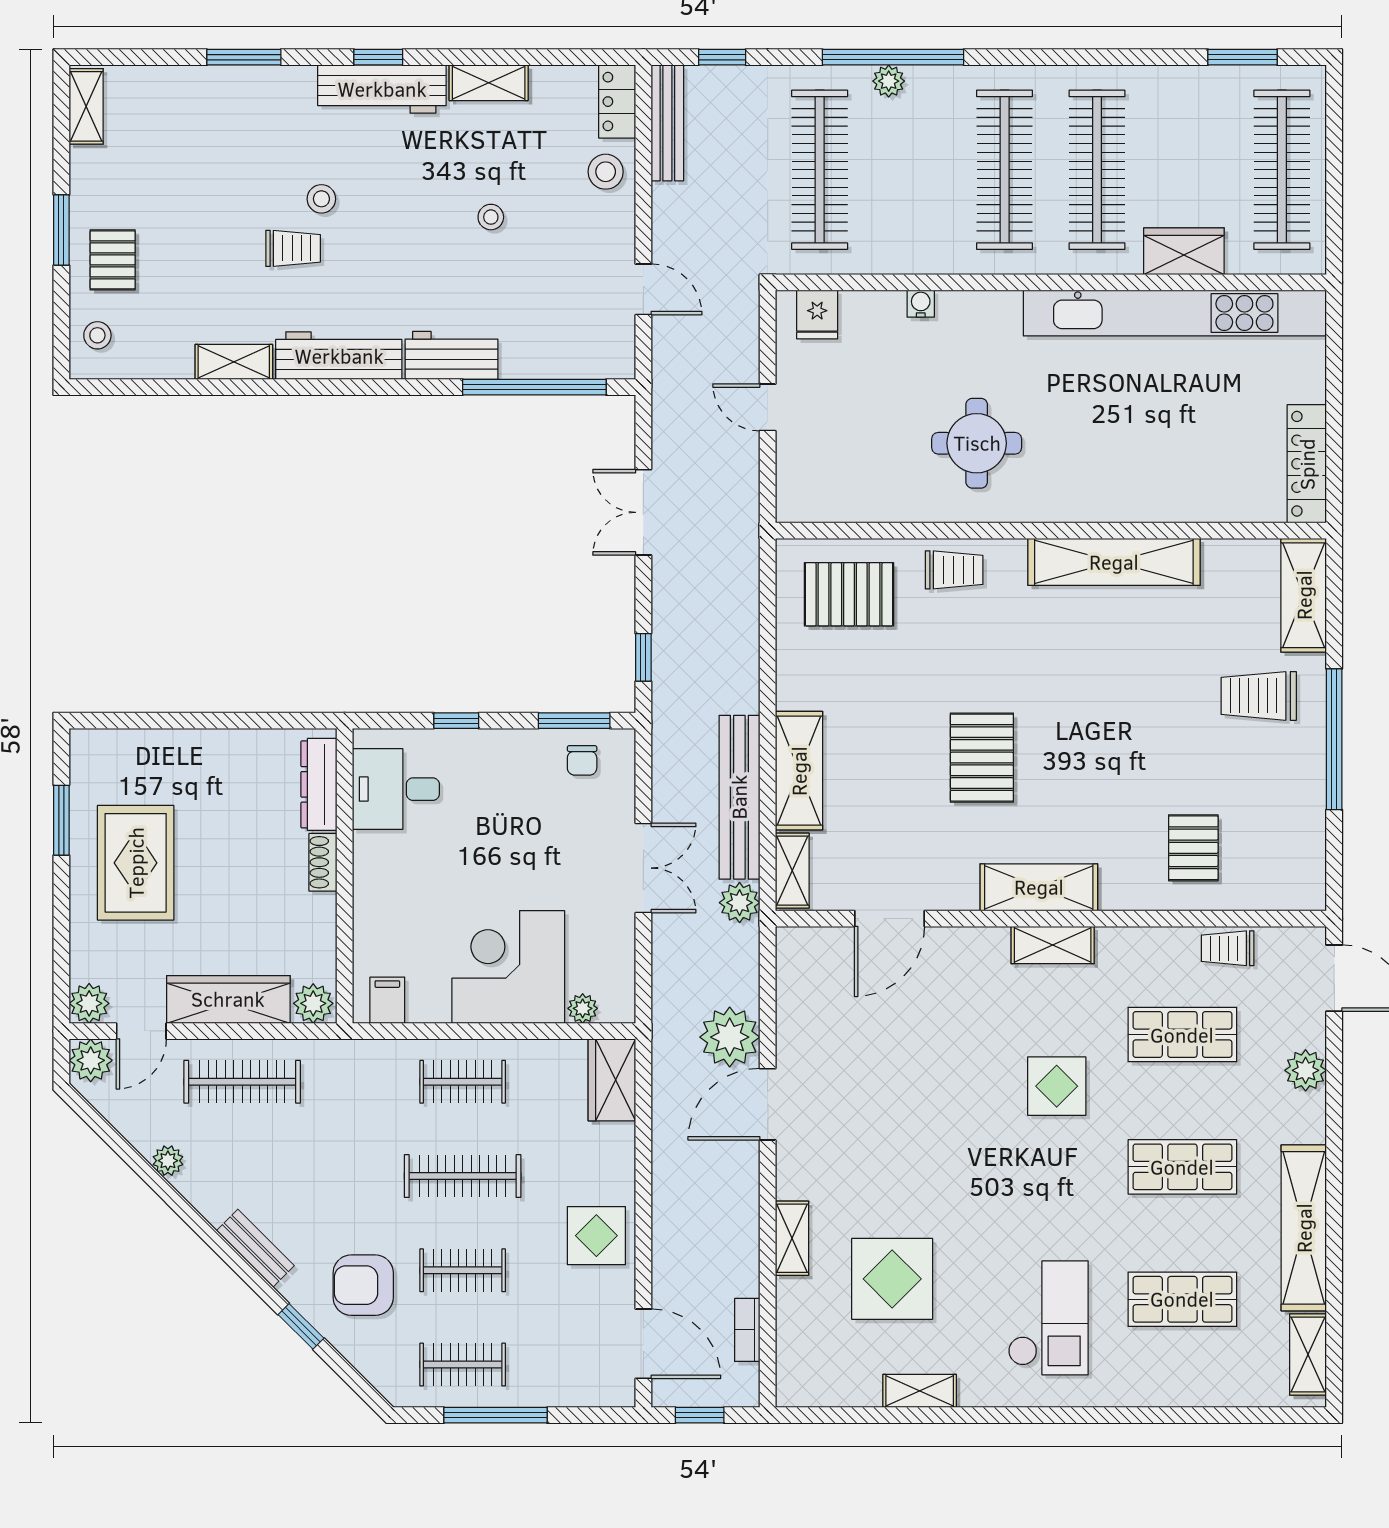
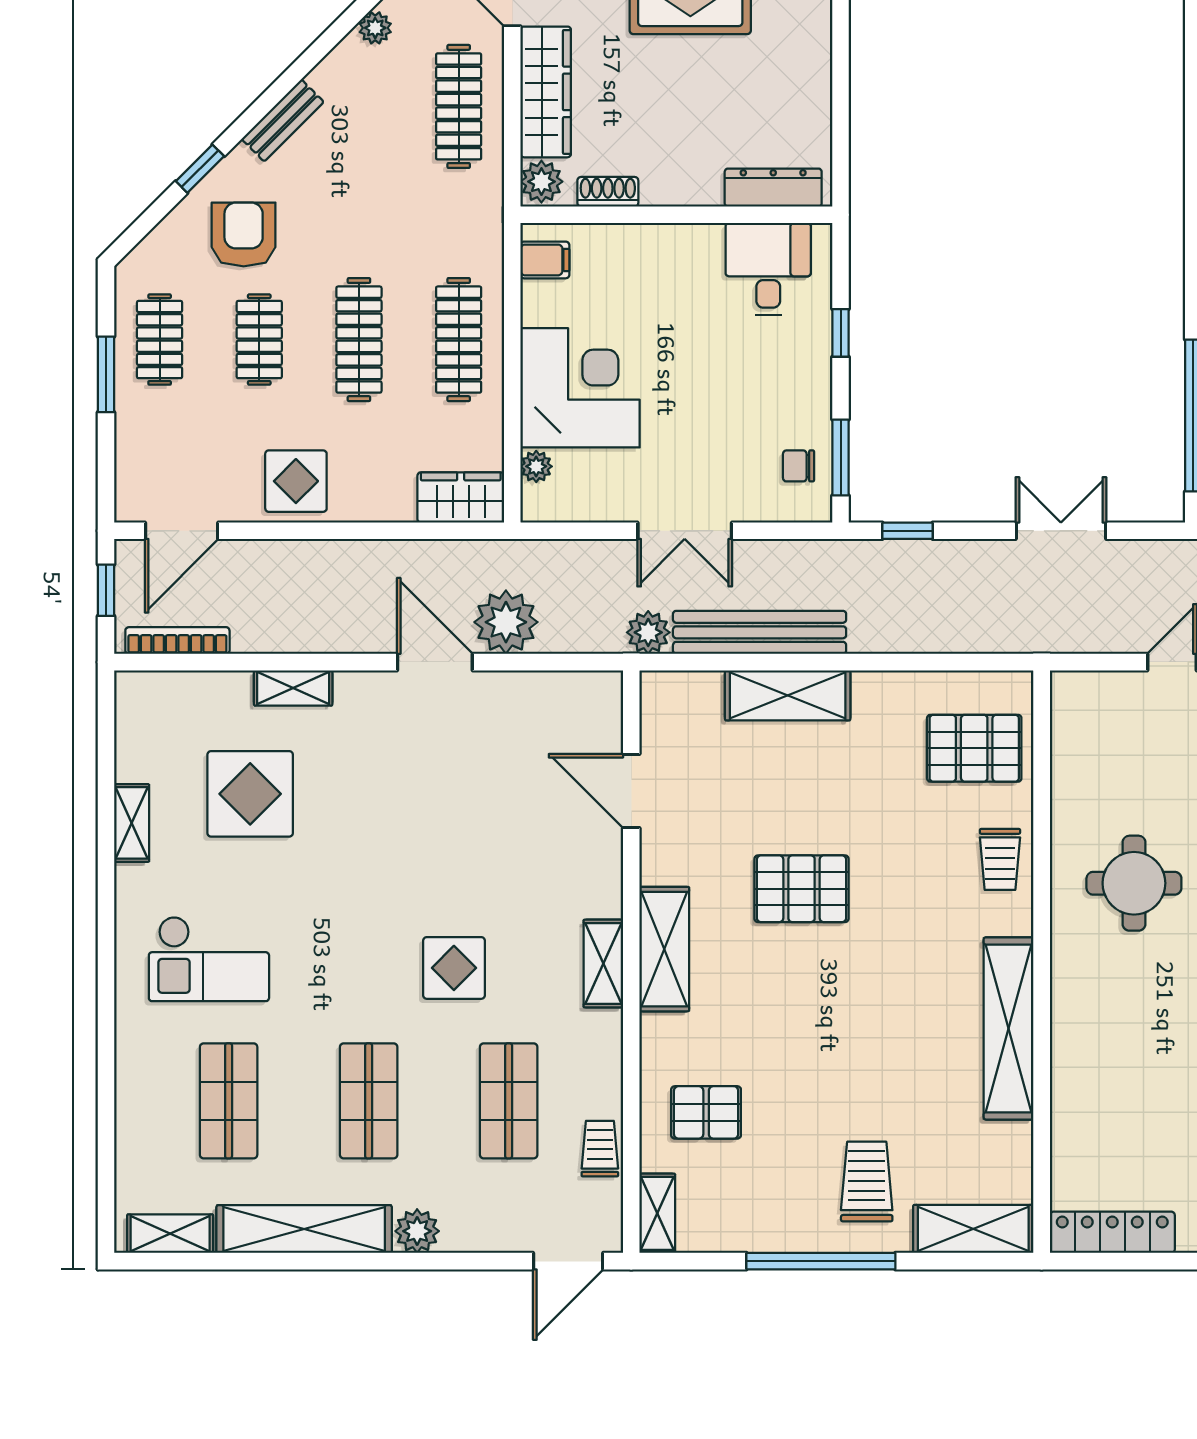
pallet: (849, 594) -> (974, 748), turned 90
shoe rack: (323, 862) -> (608, 192), moved
shelving: (792, 871) -> (657, 1213), moved, turned 90
plant: (1306, 1070) -> (417, 1231), moved
clothes rail: (463, 1082) -> (459, 340), width x1.36
bookcase: (747, 1330) -> (177, 641), width x1.56
window: (495, 1415) -> (106, 374), width x0.69

